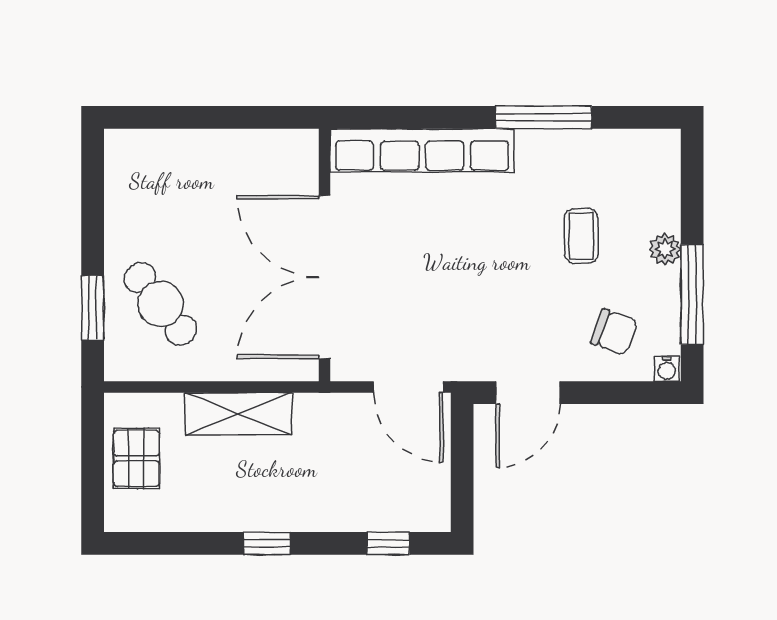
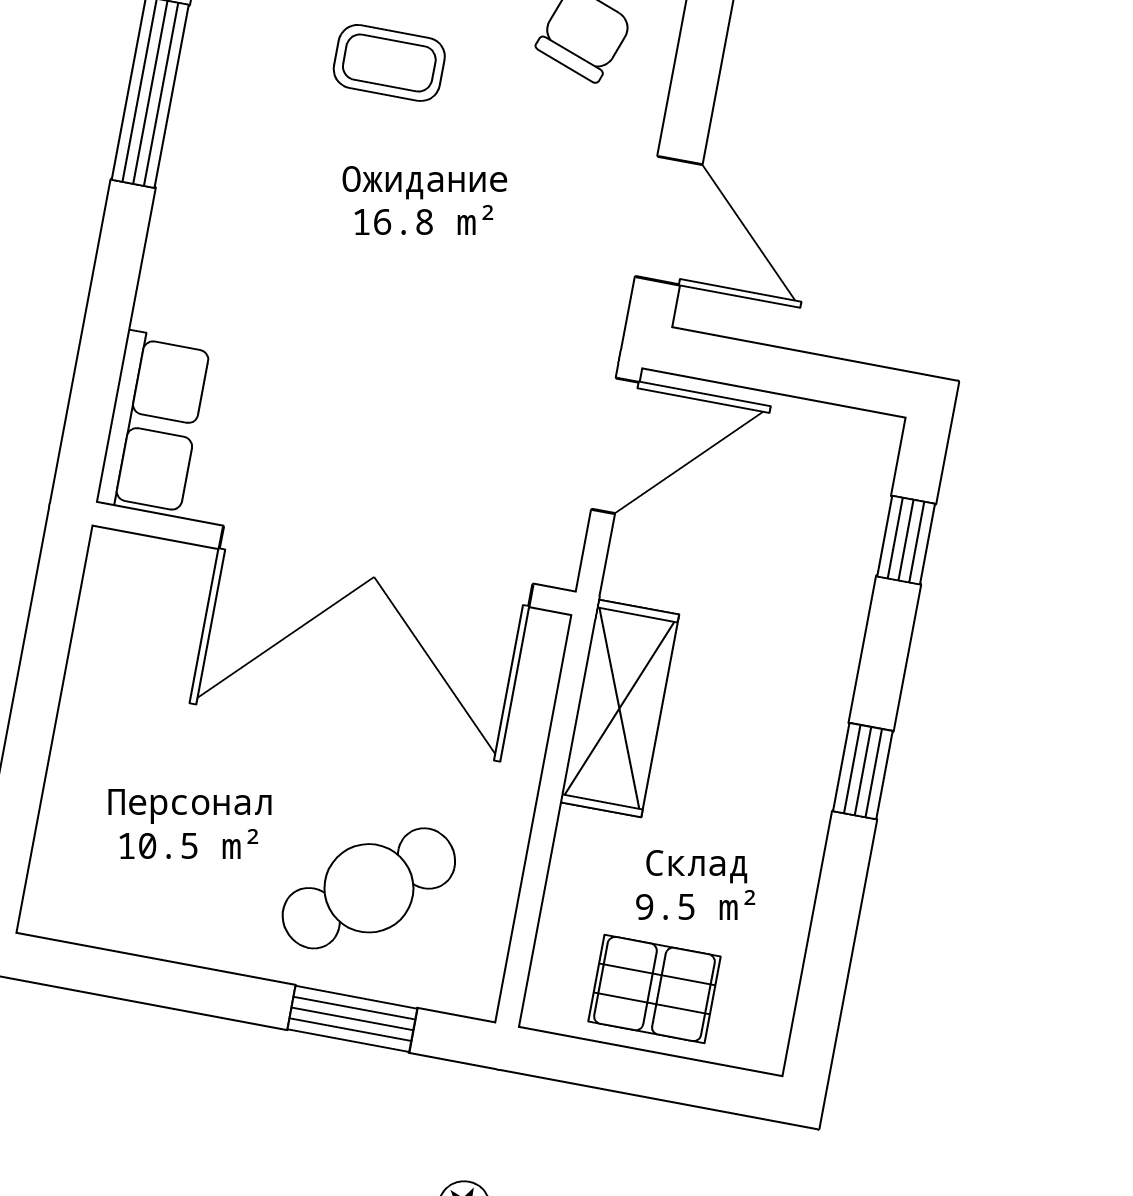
row of seats: (422, 150) -> (153, 424), width x0.50
shelving: (238, 414) -> (619, 708), moved

